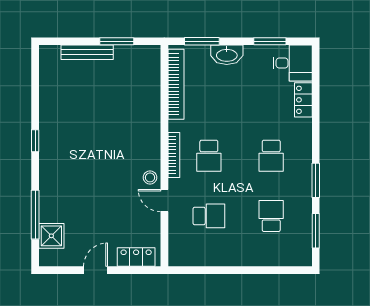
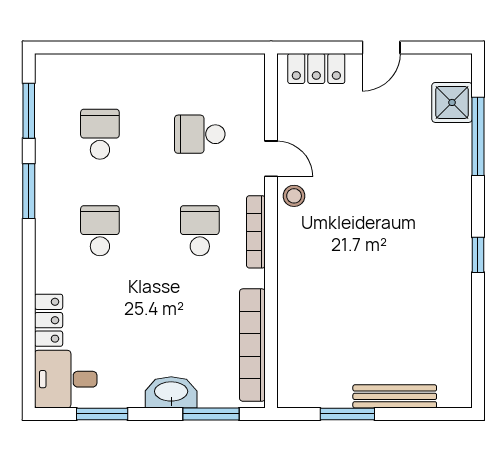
school desk: (271, 216) -> (100, 134), turned 180

